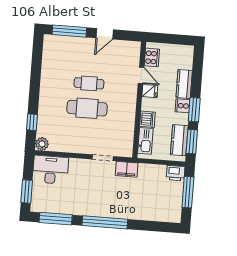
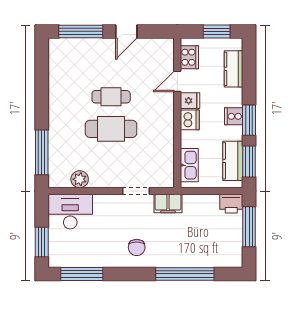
window: (174, 39) -> (217, 31), added
door: (141, 75) -> (177, 81), swing flipped
kitchen counter: (184, 84) -> (234, 69), moved
dishwasher: (147, 119) -> (190, 120), moved
window: (32, 122) -> (42, 152), width x2.17
plant: (42, 144) -> (80, 179), moved
chair: (100, 201) -> (137, 247), added
window: (105, 222) -> (185, 274), moved

